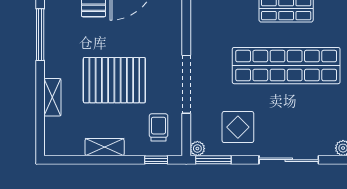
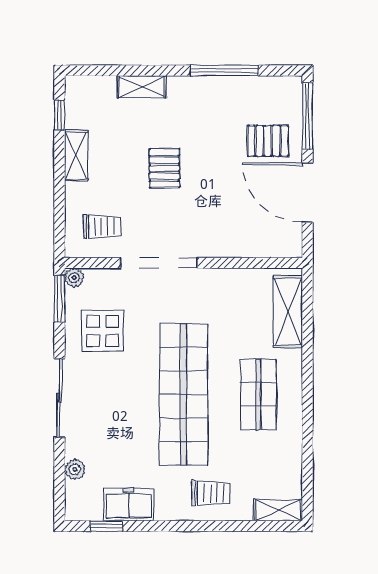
pallet: (114, 80) -> (164, 168), width x0.49, depth x0.50
window: (156, 160) -> (59, 115), moved

